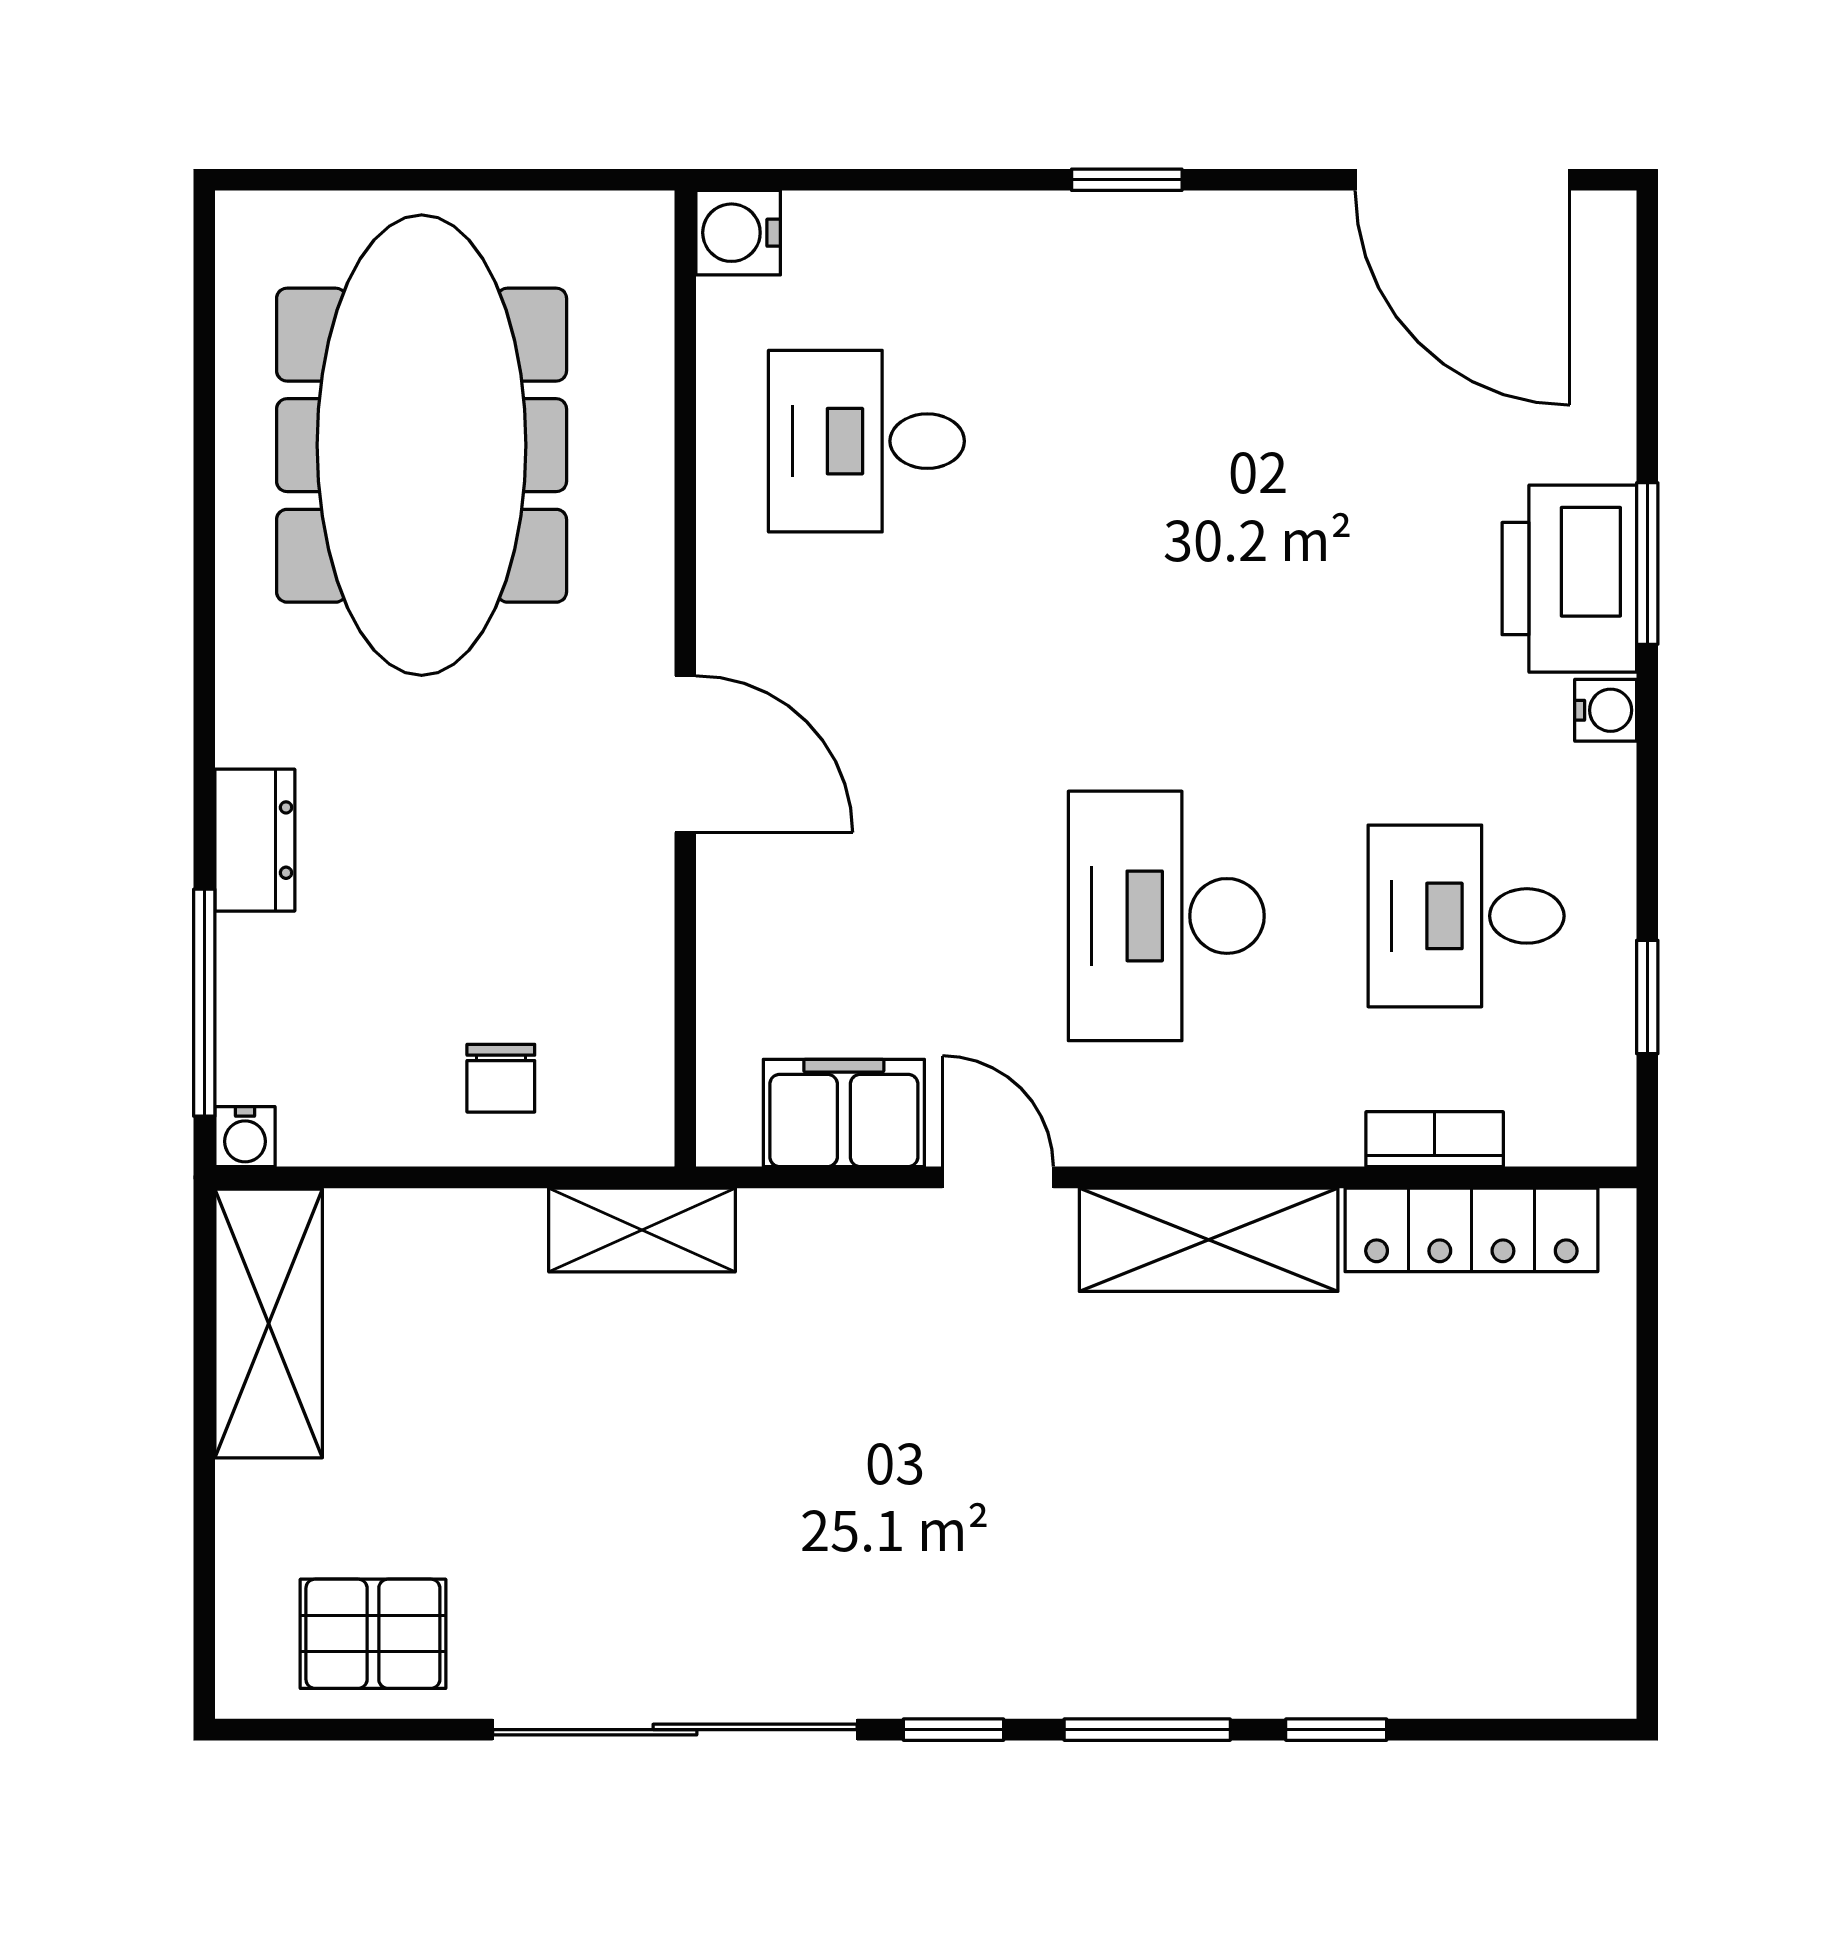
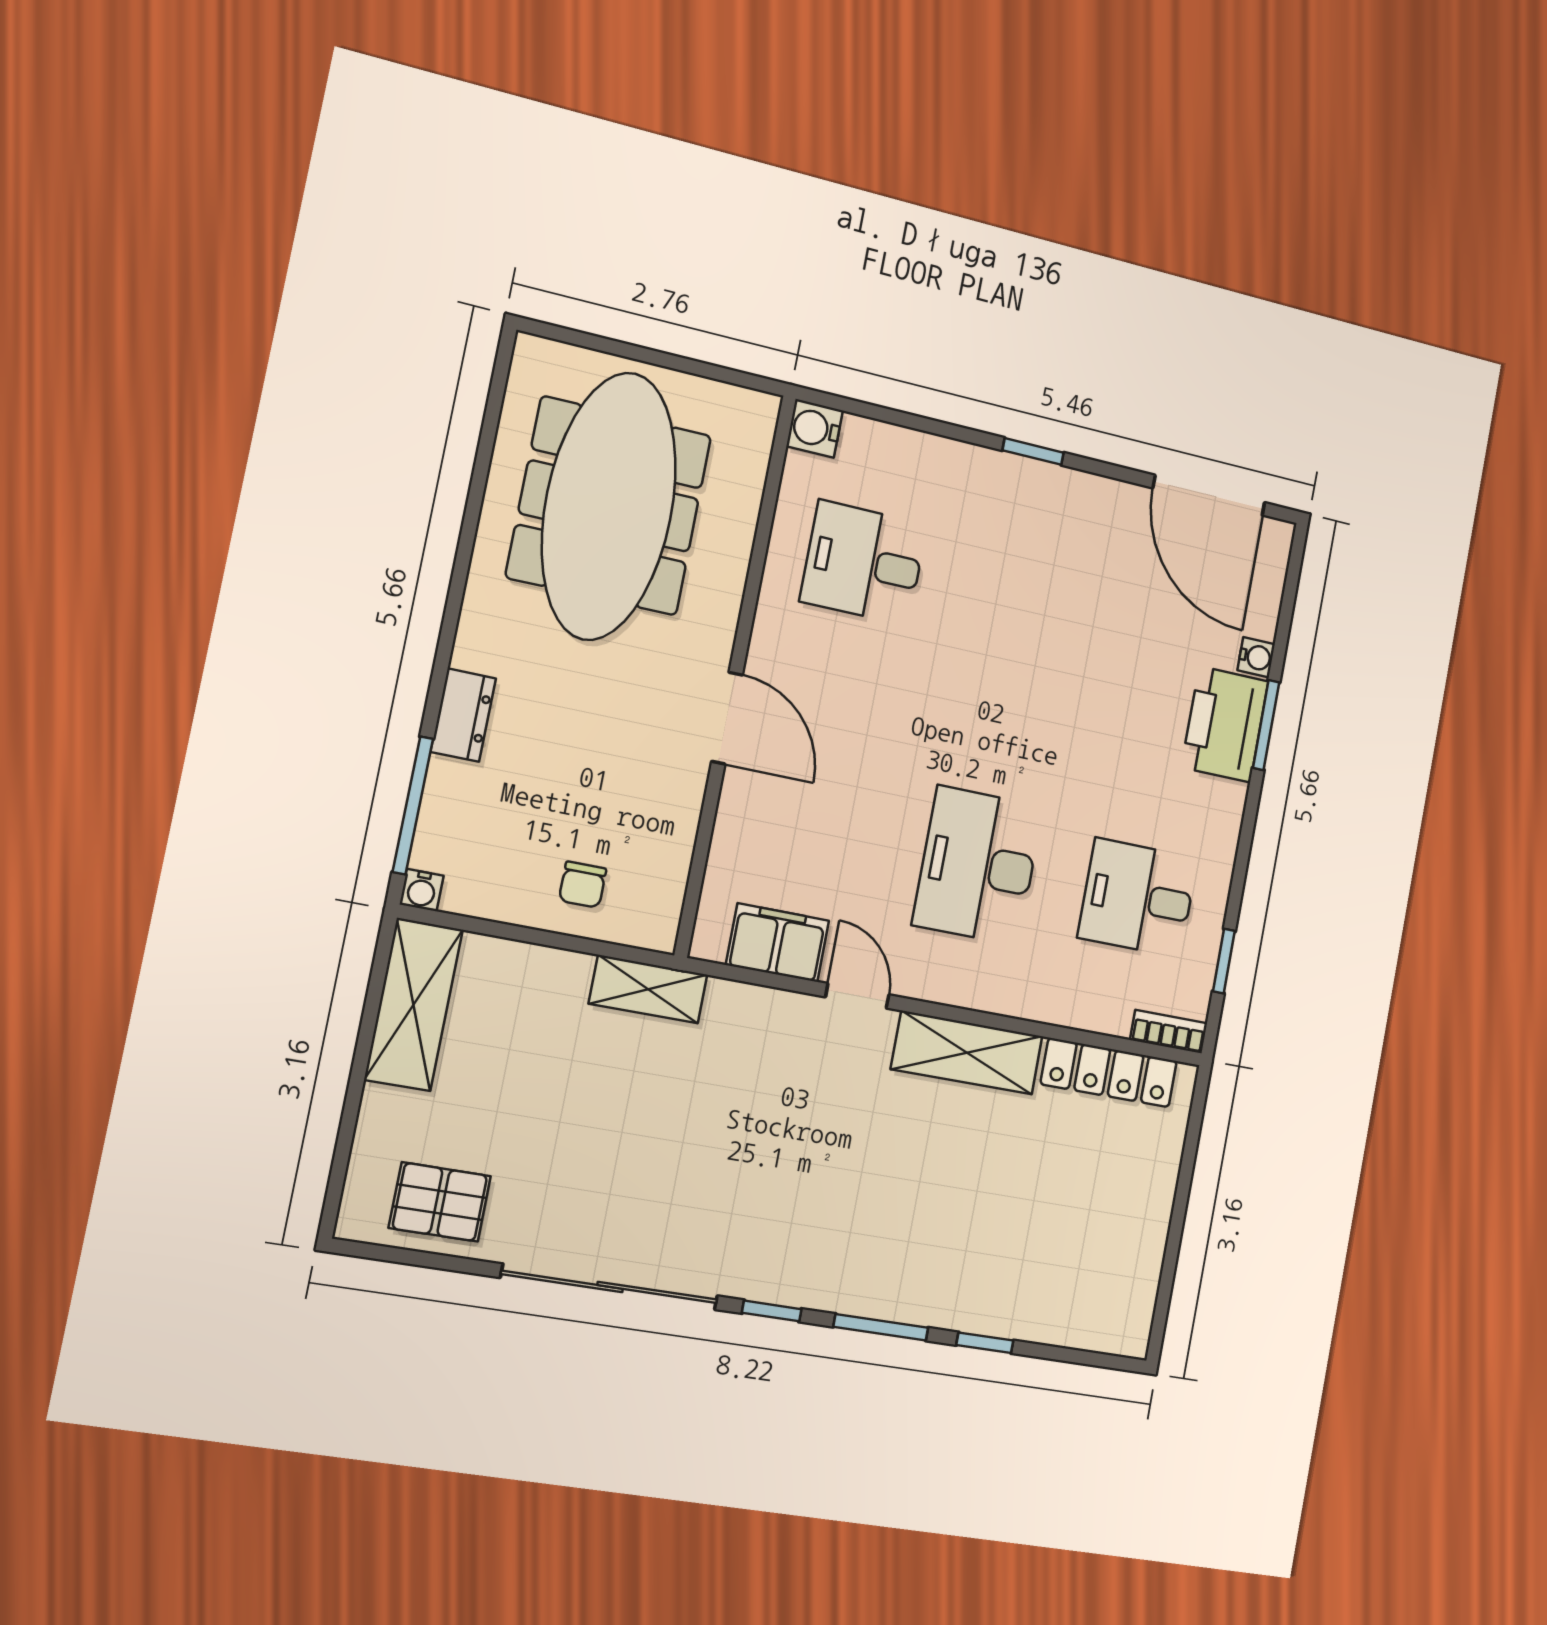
water cooler: (1606, 710) -> (1256, 657), moved
bookcase: (1435, 1139) -> (1169, 1032), moved

